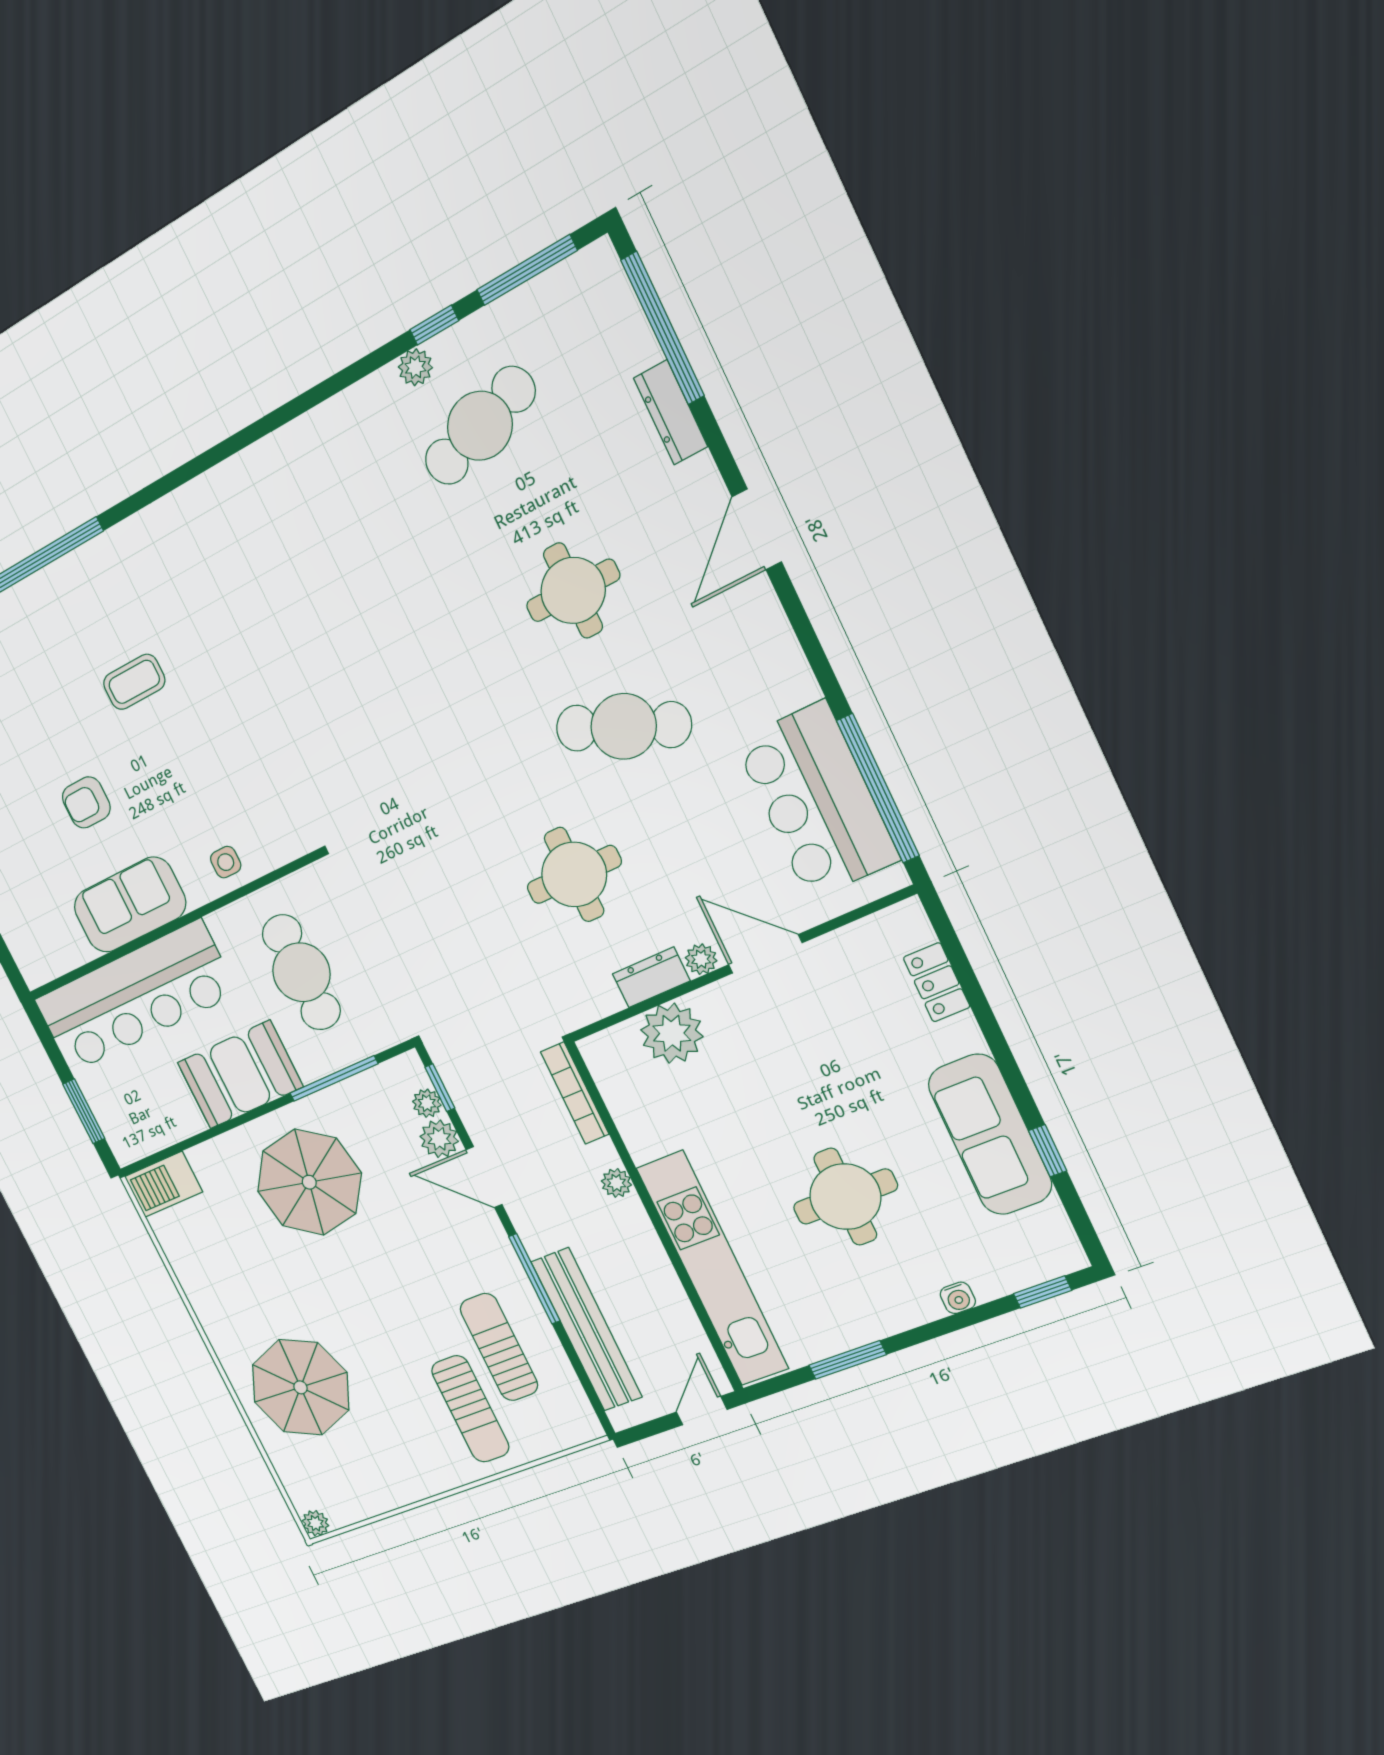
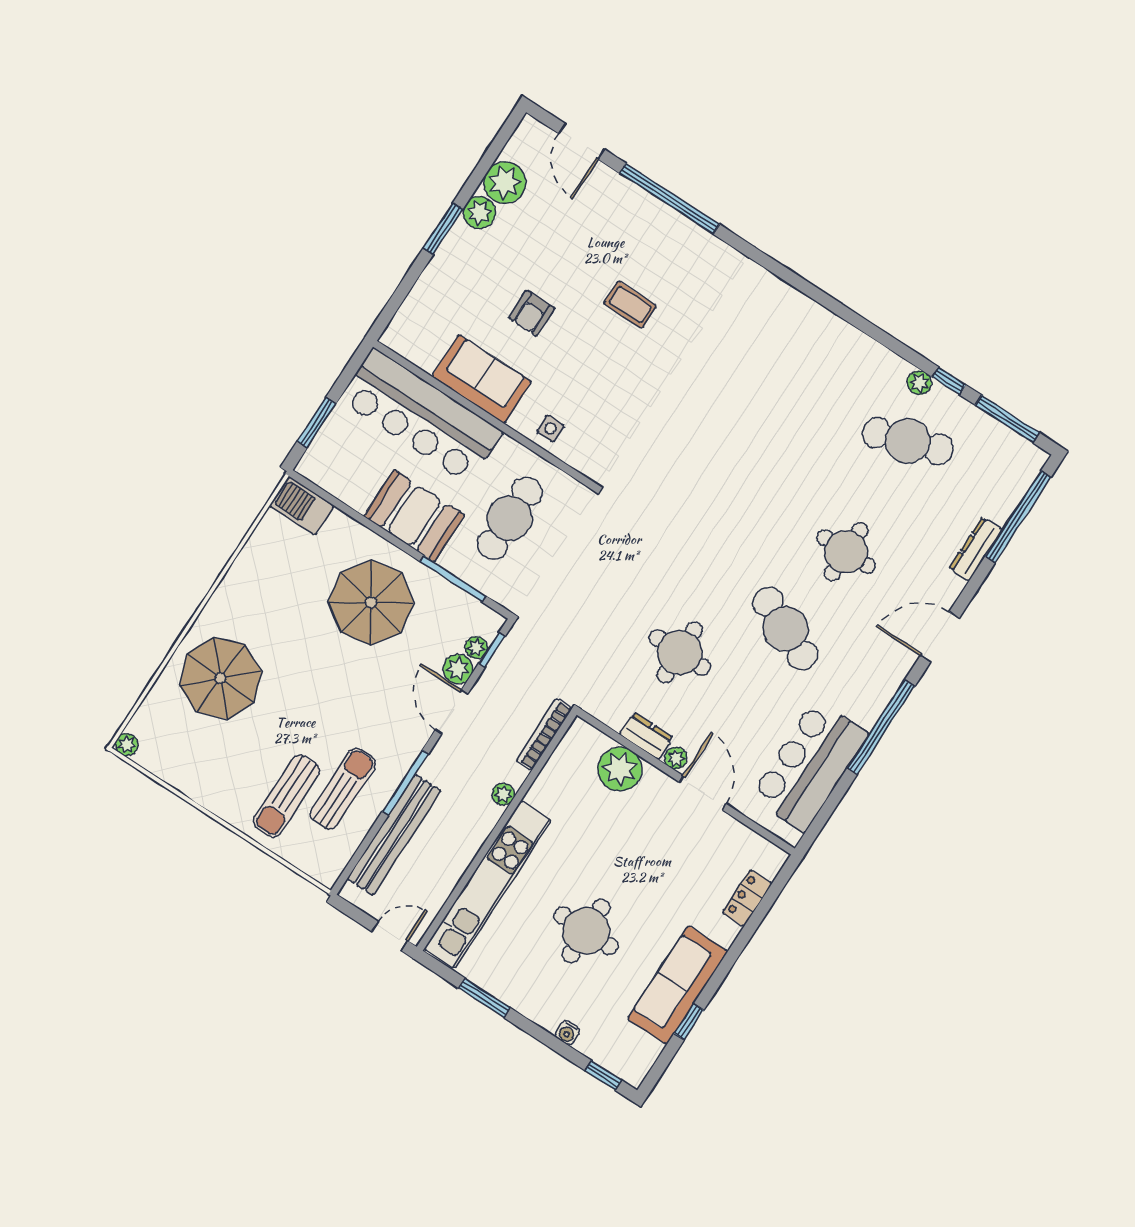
window: (878, 788) -> (881, 727), moved
armchair: (86, 802) -> (532, 313), turned -90

